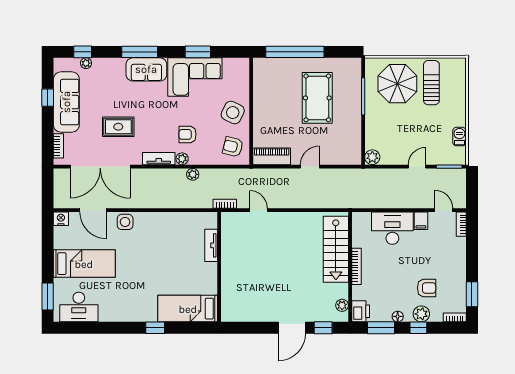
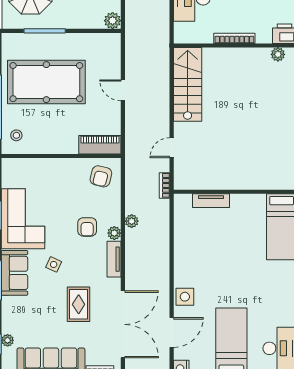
stool: (270, 71) -> (16, 135), added
pool table: (317, 98) -> (46, 82), width x1.36, depth x1.32
side table: (233, 113) -> (54, 264), moved, width x0.54, depth x0.54
piano: (272, 156) -> (100, 145), moved, turned 90
stairs: (336, 249) -> (188, 84), moved, turned -90

